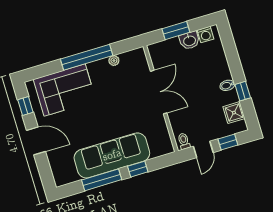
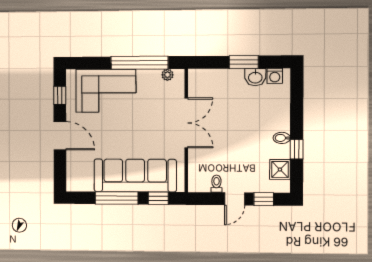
double door: (159, 92) -> (186, 123), moved
wall: (161, 99) -> (186, 131), moved

